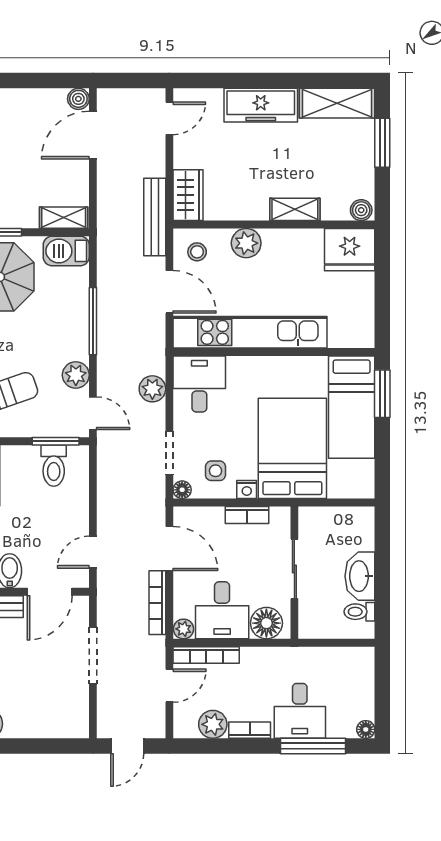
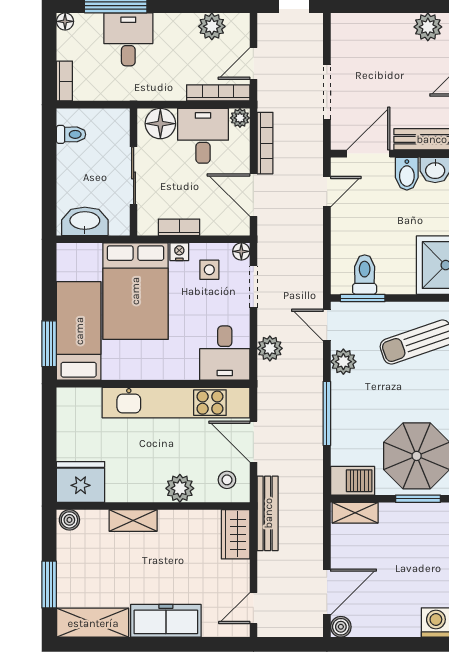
washbasin: (360, 576) -> (85, 221), moved, turned -90
bookcase: (250, 730) -> (64, 81), moved, turned -90

